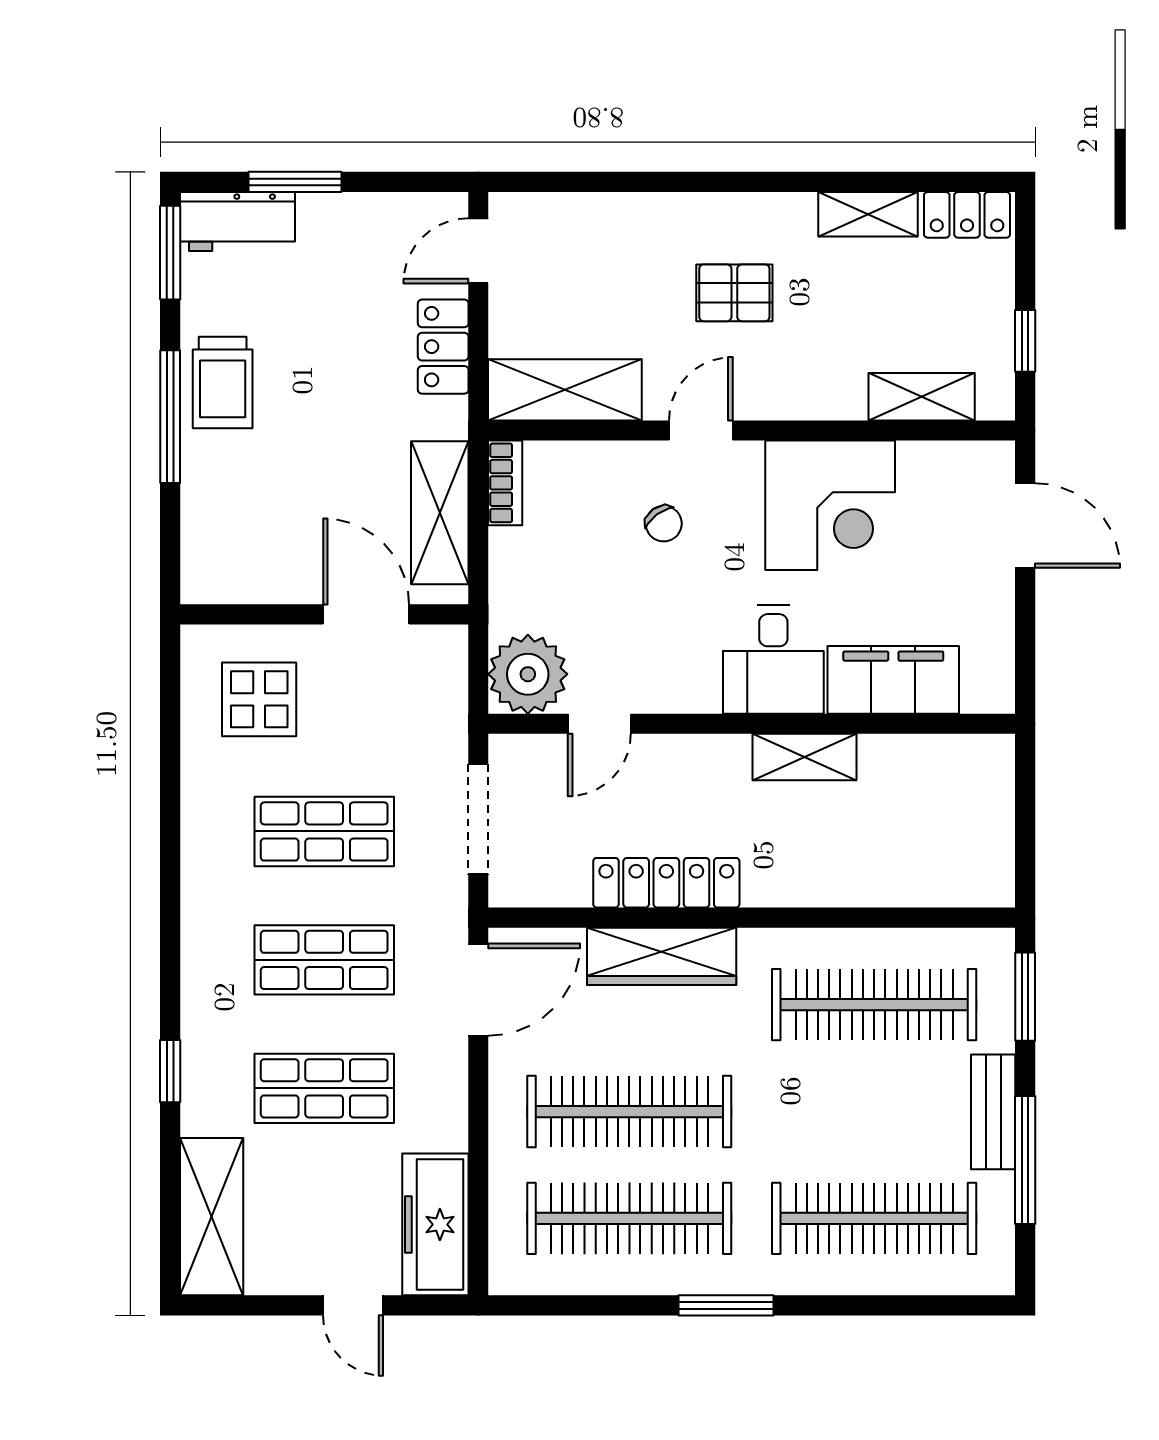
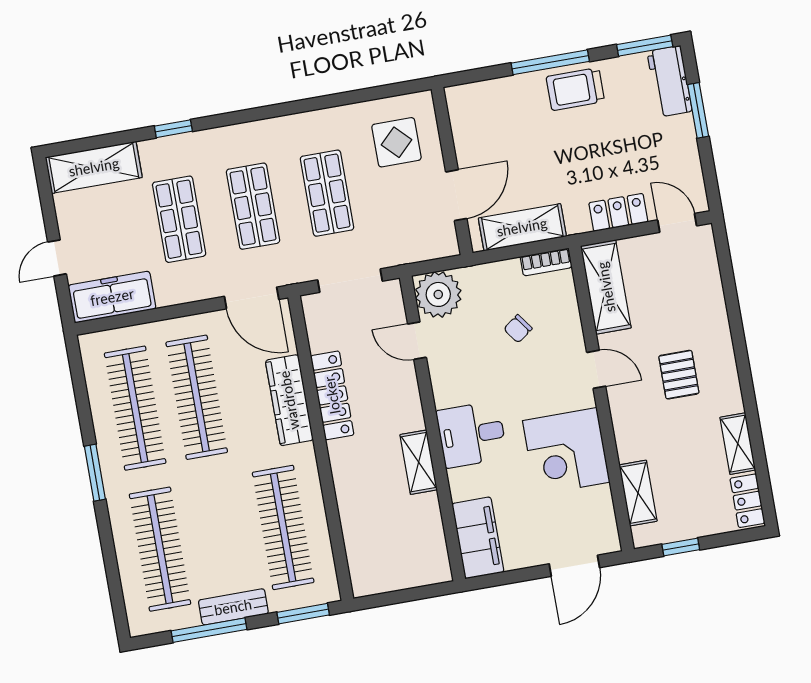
chair: (664, 524) -> (518, 329), moved
filing cabinet: (893, 680) -> (478, 538), moved

